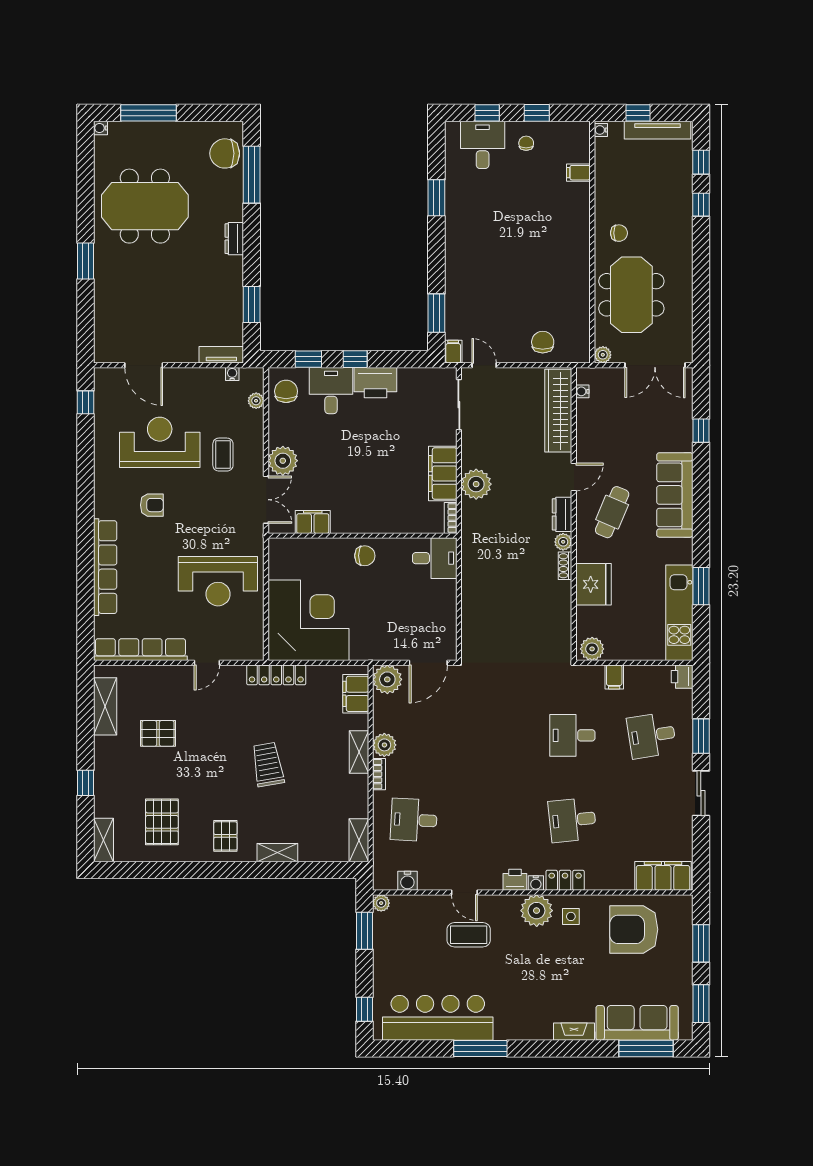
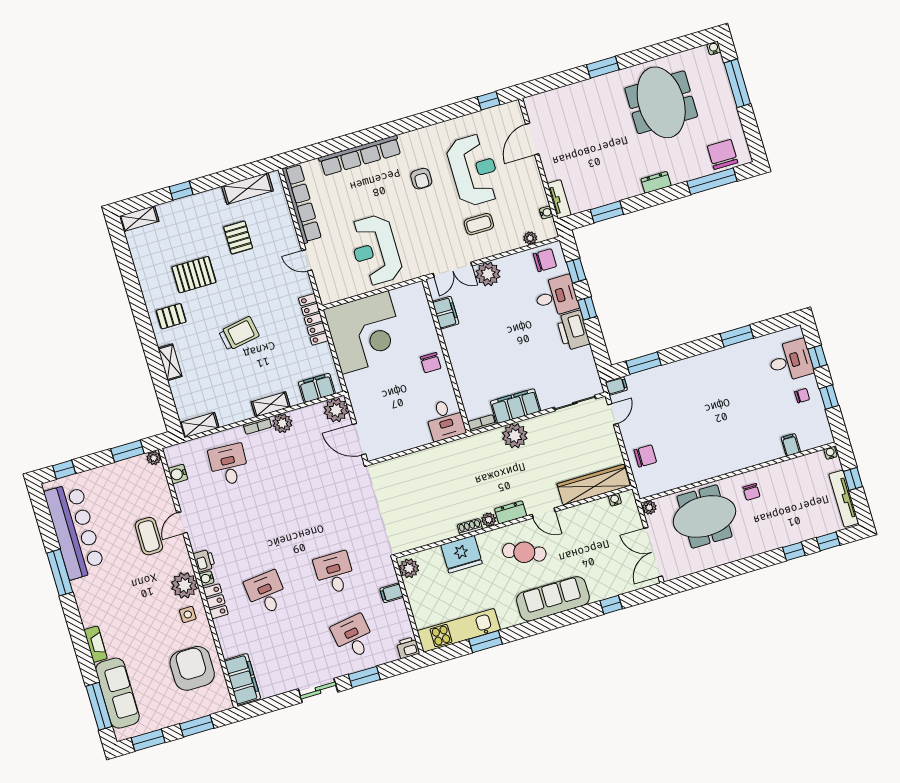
pallet: (162, 822) -> (194, 275), moved

